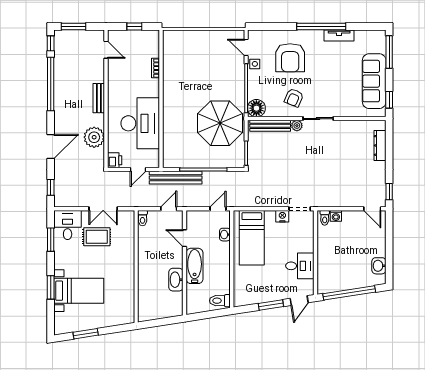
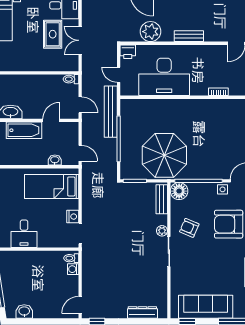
bench: (270, 126) -> (162, 199), width x0.73

